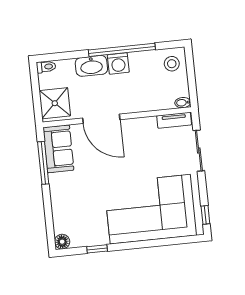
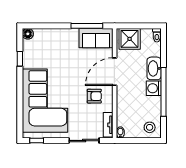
armchair: (137, 143) -> (94, 96), added

